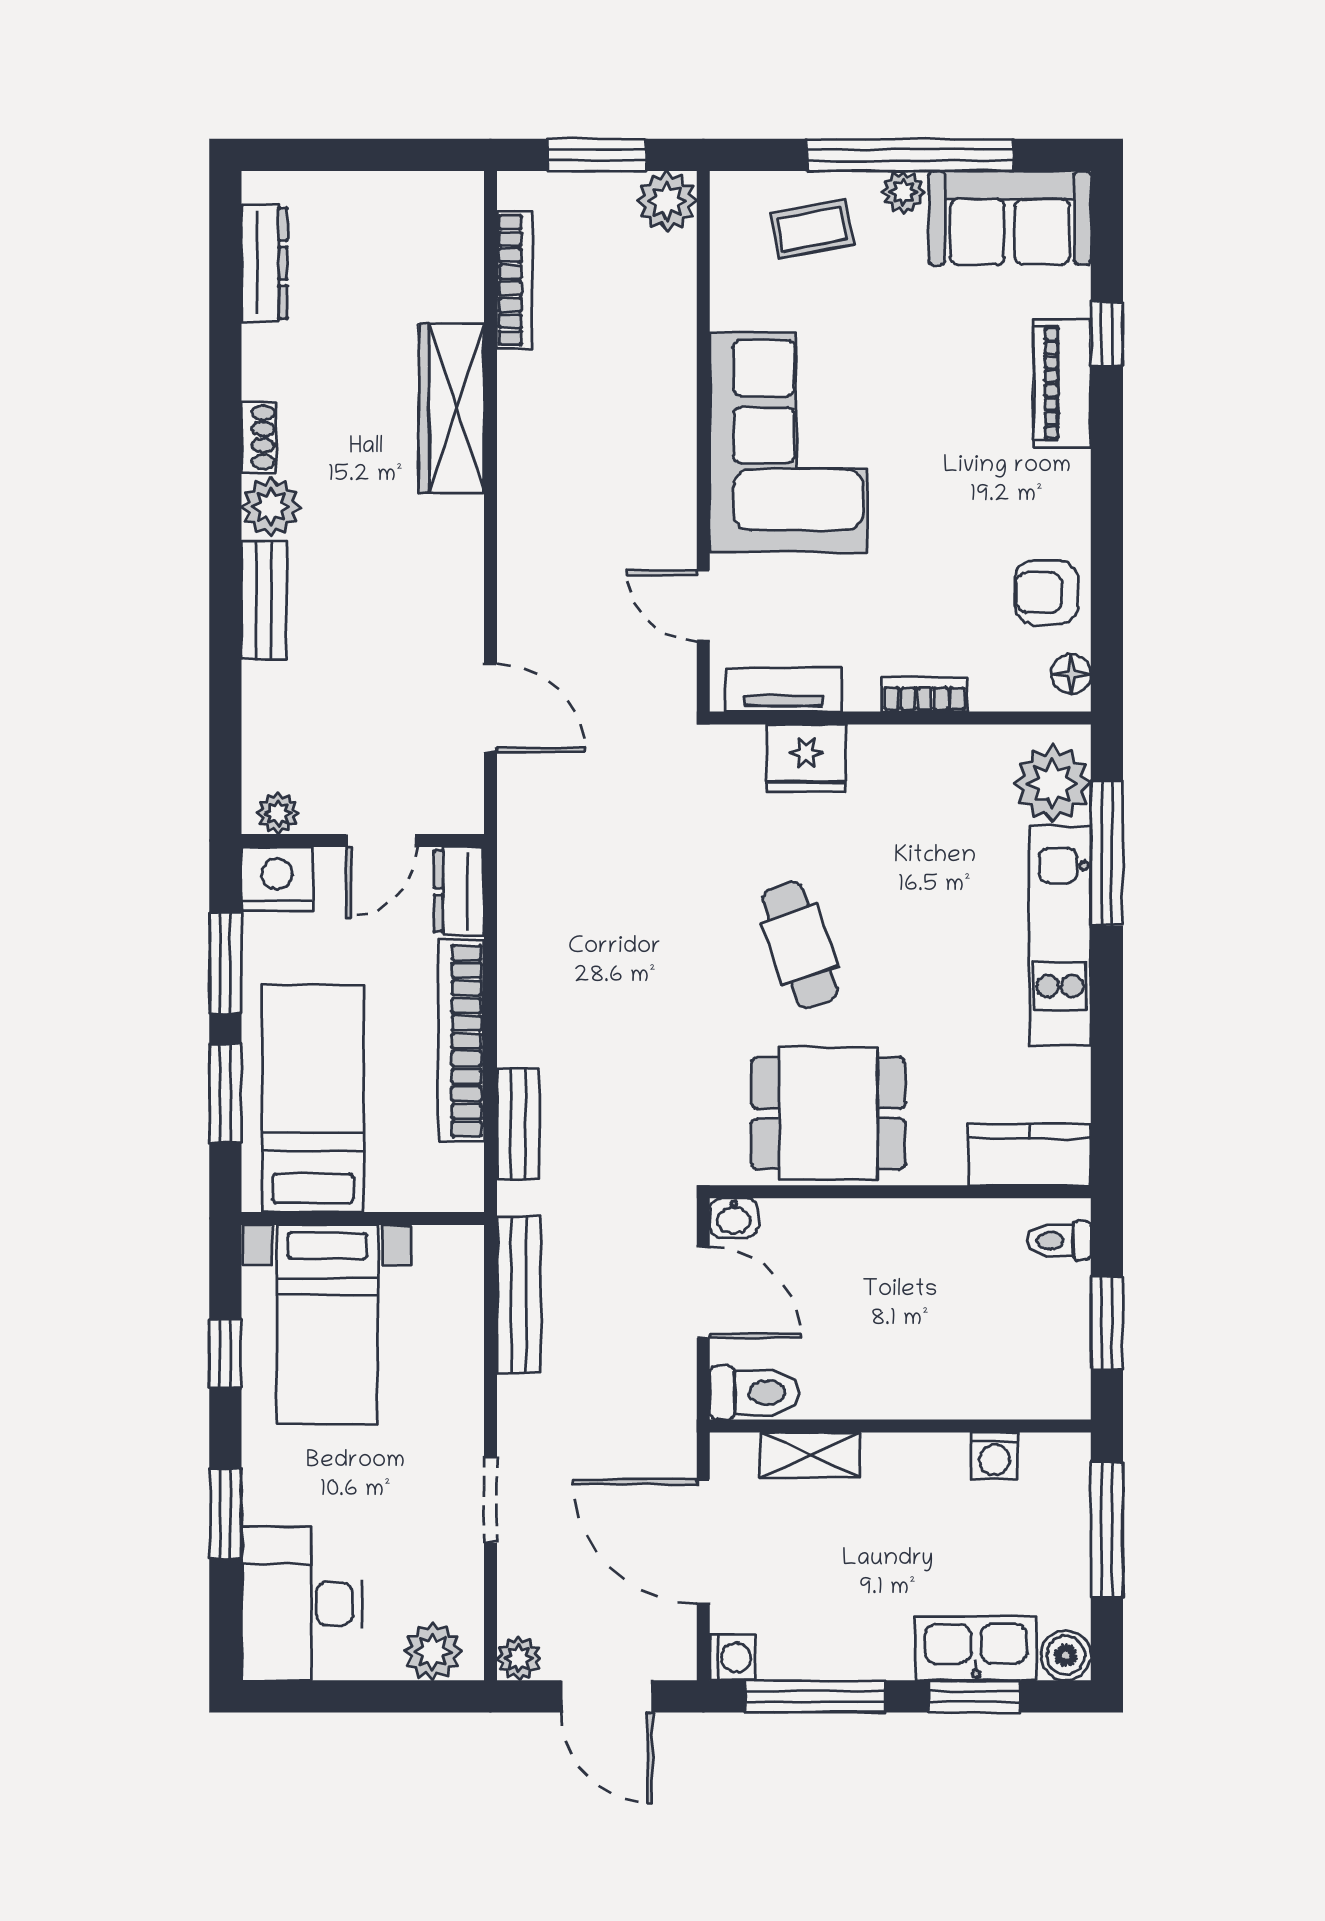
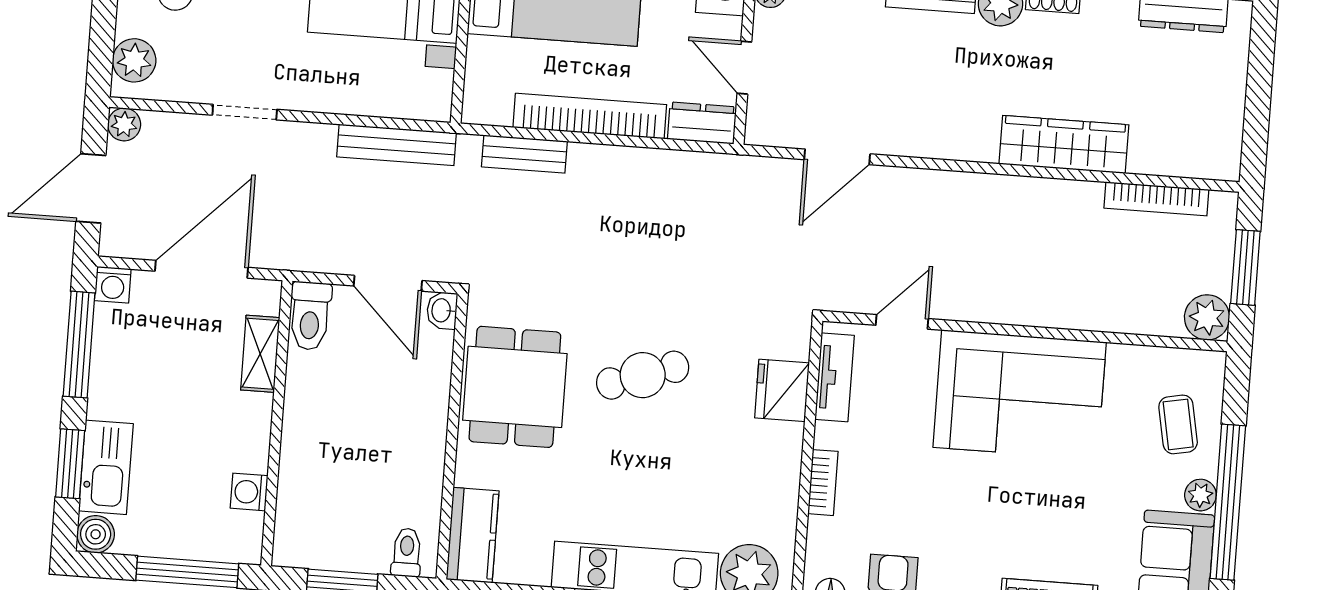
door: (703, 1292) -> (388, 283), hinge flipped

